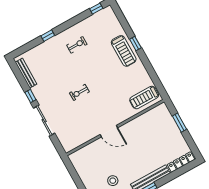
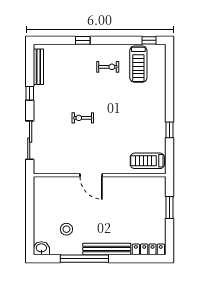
window: (135, 44) -> (170, 130), moved
treadmill: (124, 51) -> (138, 64), moved
sliding door: (44, 121) -> (30, 140), moved

